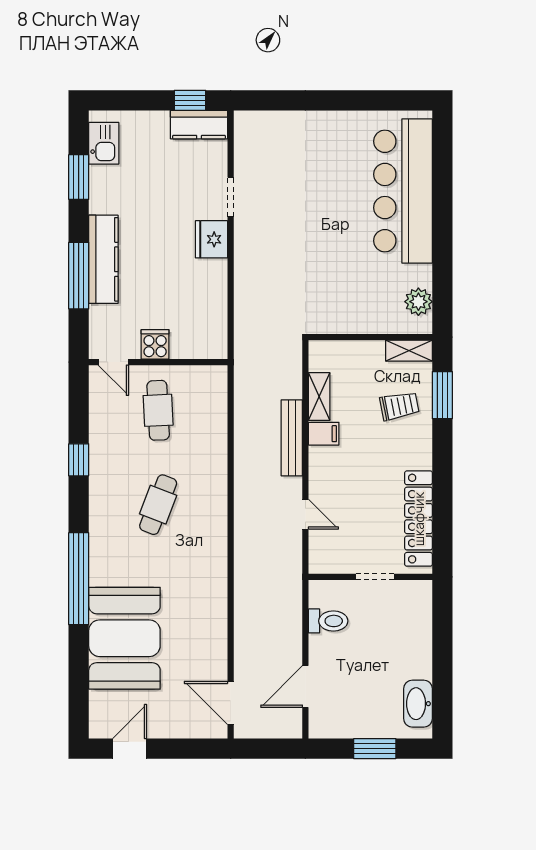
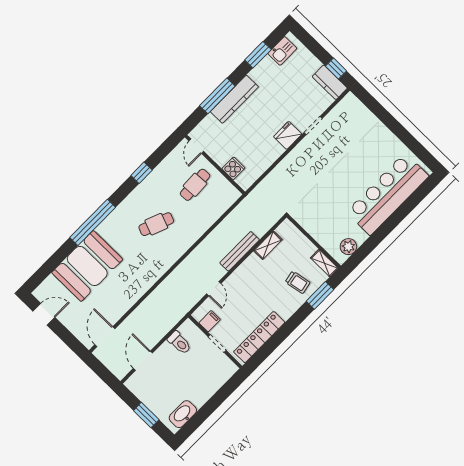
cooker: (155, 344) -> (233, 168), moved
filing cabinet: (324, 434) -> (210, 321), moved, turned -90
door: (305, 687) -> (143, 361), hinge flipped

